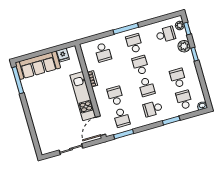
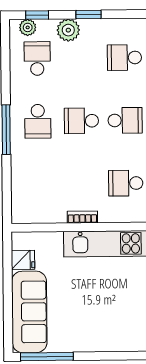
school desk: (134, 43) -> (38, 121), turned -90
school desk: (103, 52) -> (38, 184), removed

